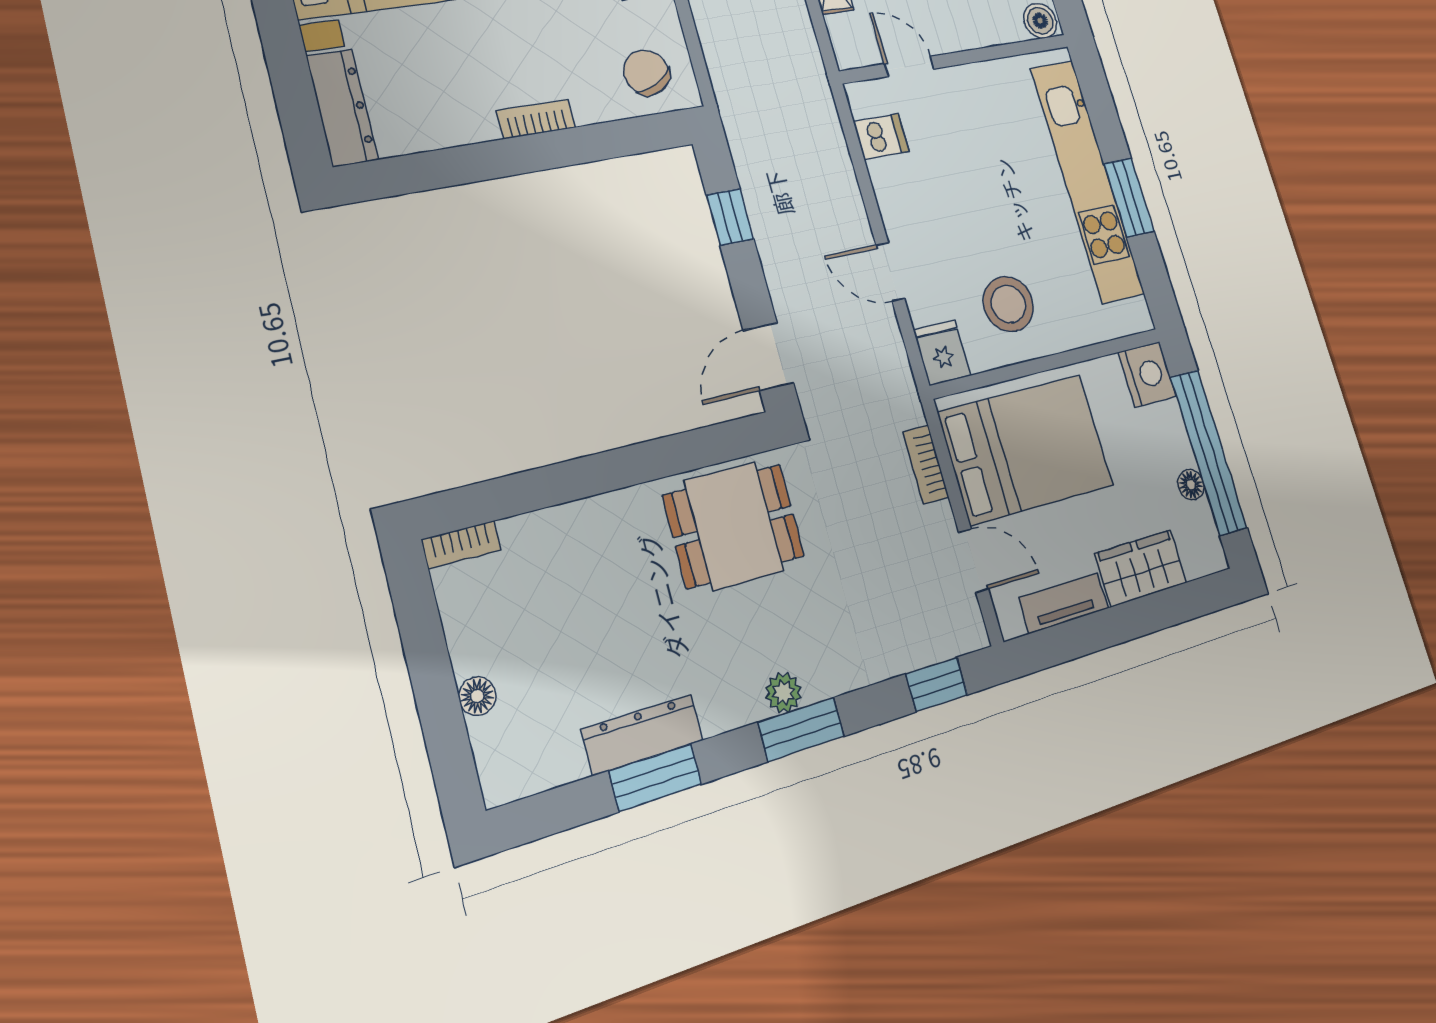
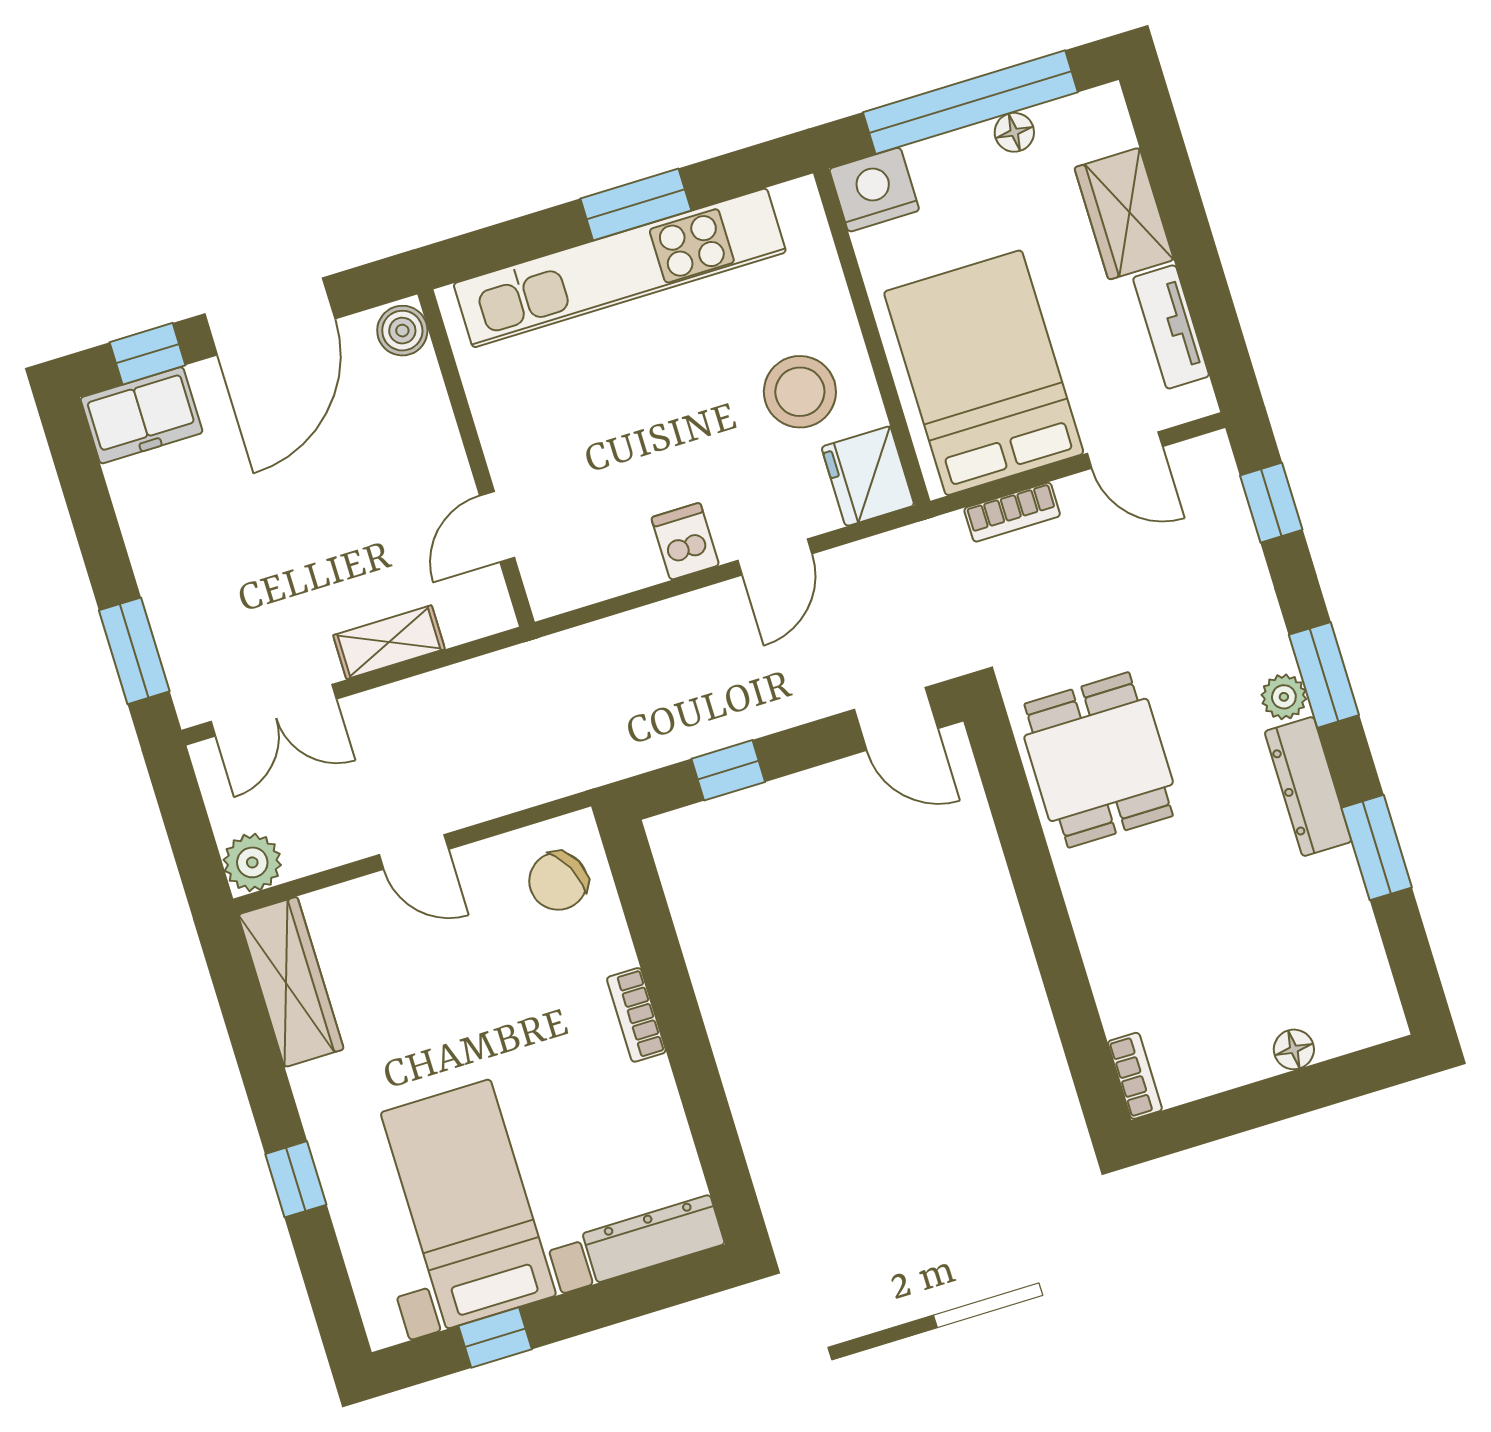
dishwasher: (881, 137) -> (685, 541), moved
fridge: (942, 353) -> (868, 476), width x1.38
door: (973, 561) -> (1125, 450), swing flipped
dresser: (642, 735) -> (1308, 787), moved

